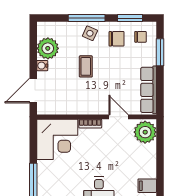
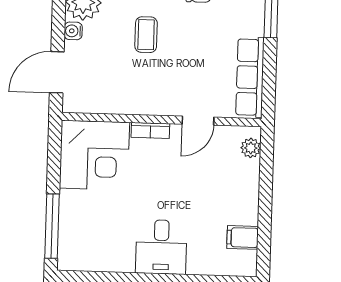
door: (118, 117) -> (198, 121), swing flipped
plant: (145, 132) -> (251, 148), width x0.53, depth x0.53

